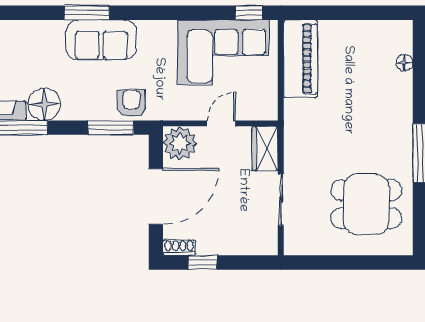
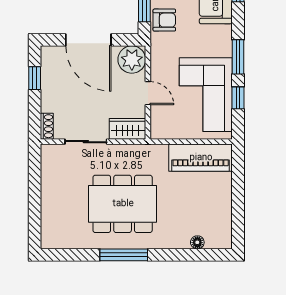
window: (177, 13) -> (238, 57), added
window: (249, 13) -> (238, 98), moved
dining table: (366, 204) -> (123, 204), moved, width x1.37
shoe rack: (179, 248) -> (47, 126), moved

